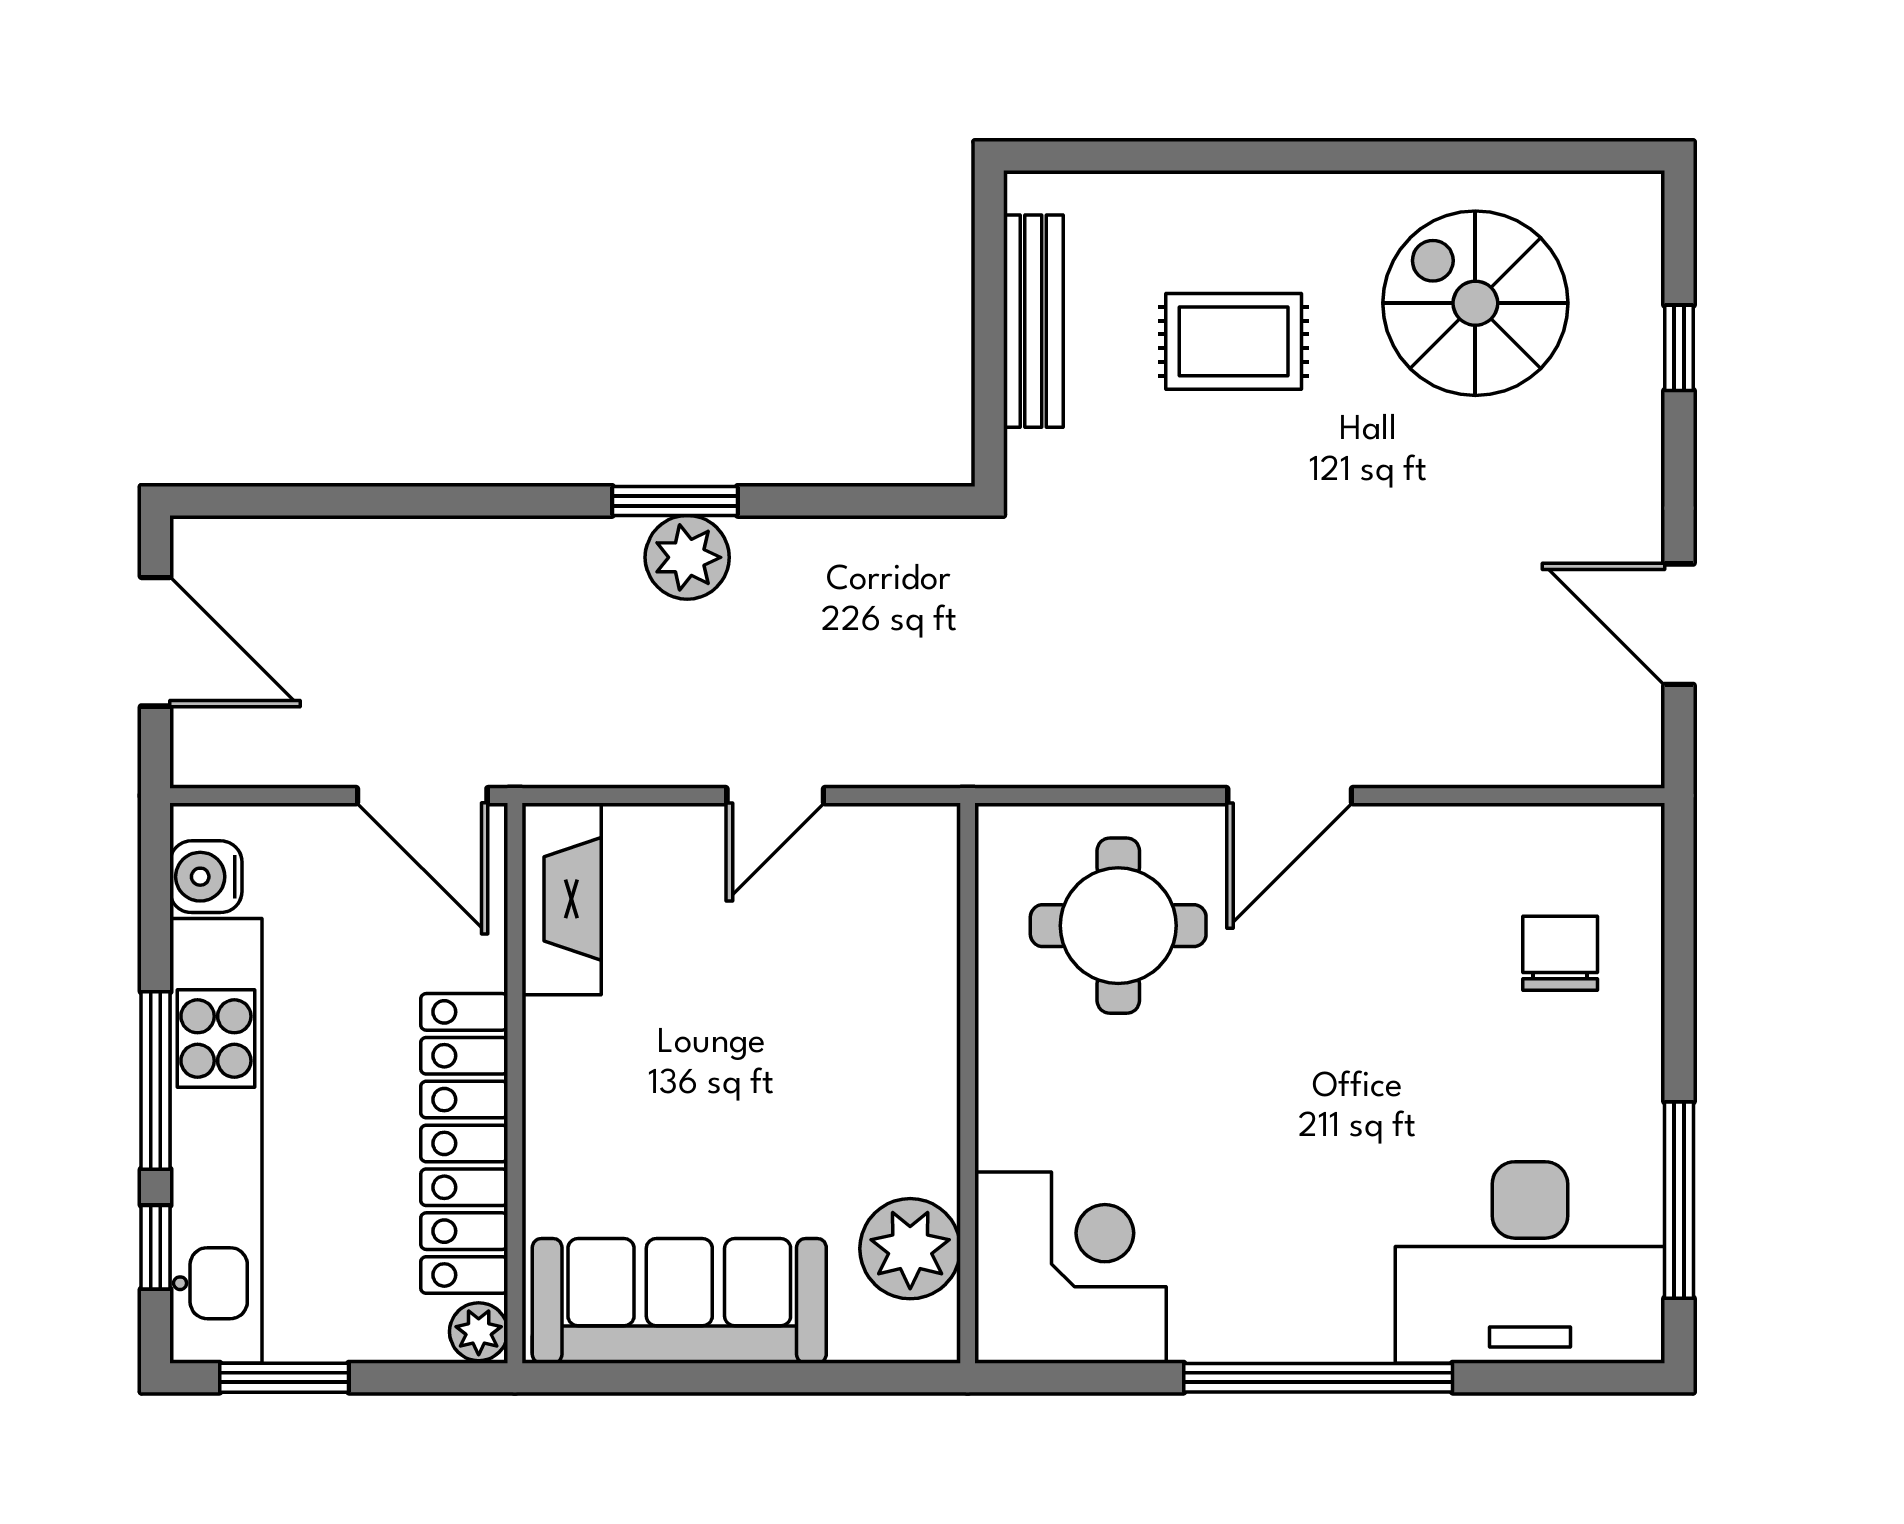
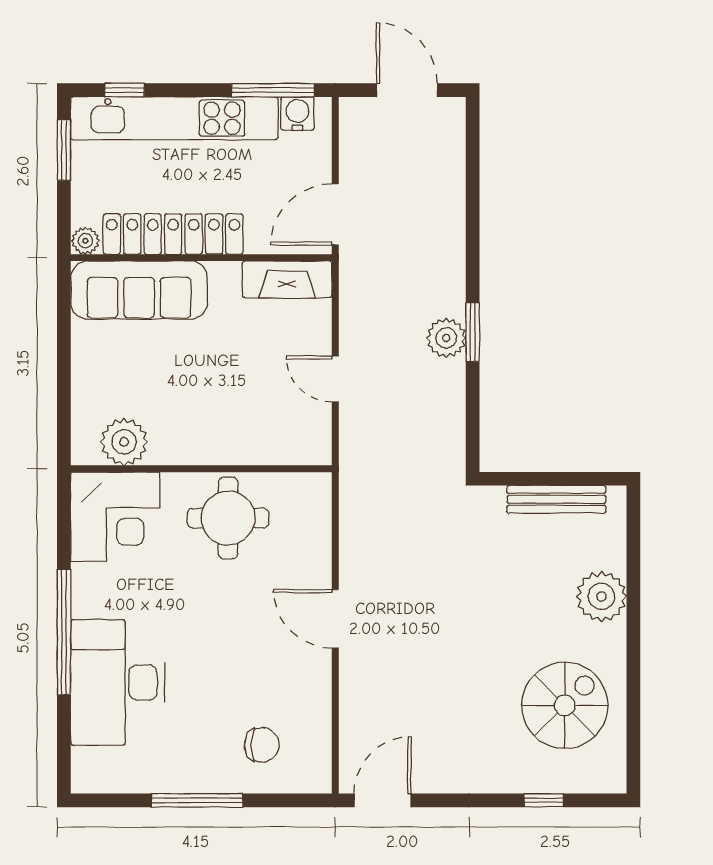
plant: (1242, 225) -> (601, 596), added
rug: (1234, 341) -> (547, 593), removed
door: (1679, 624) -> (382, 800), moved
door: (156, 642) -> (407, 90), swing flipped
round table: (1118, 926) -> (228, 518), moved
window: (156, 1080) -> (273, 90), moved
window: (1679, 1200) -> (197, 800), moved
desk: (1530, 1262) -> (118, 682), moved
sofa: (679, 1301) -> (139, 290), moved, turned 90

